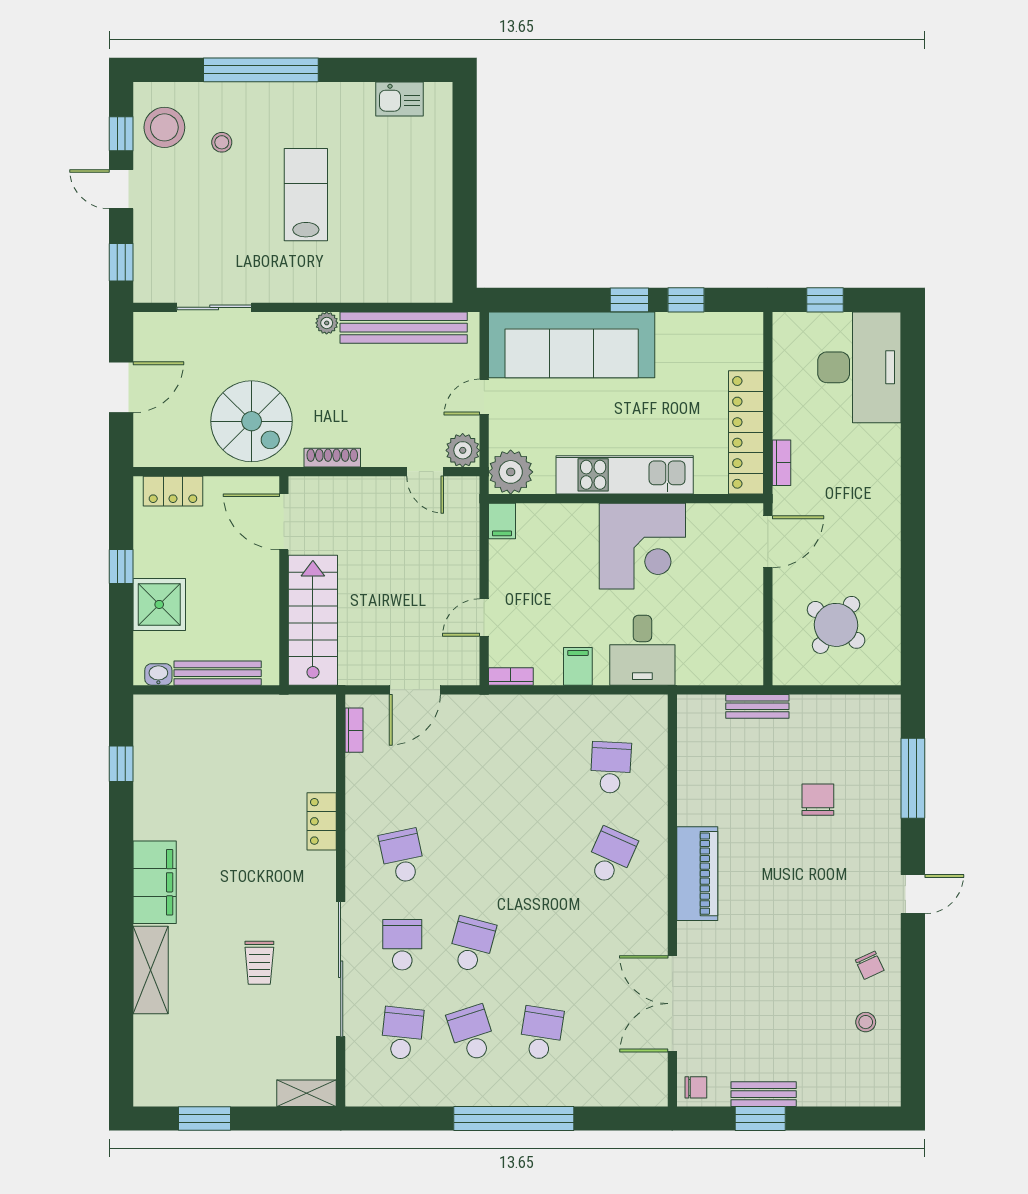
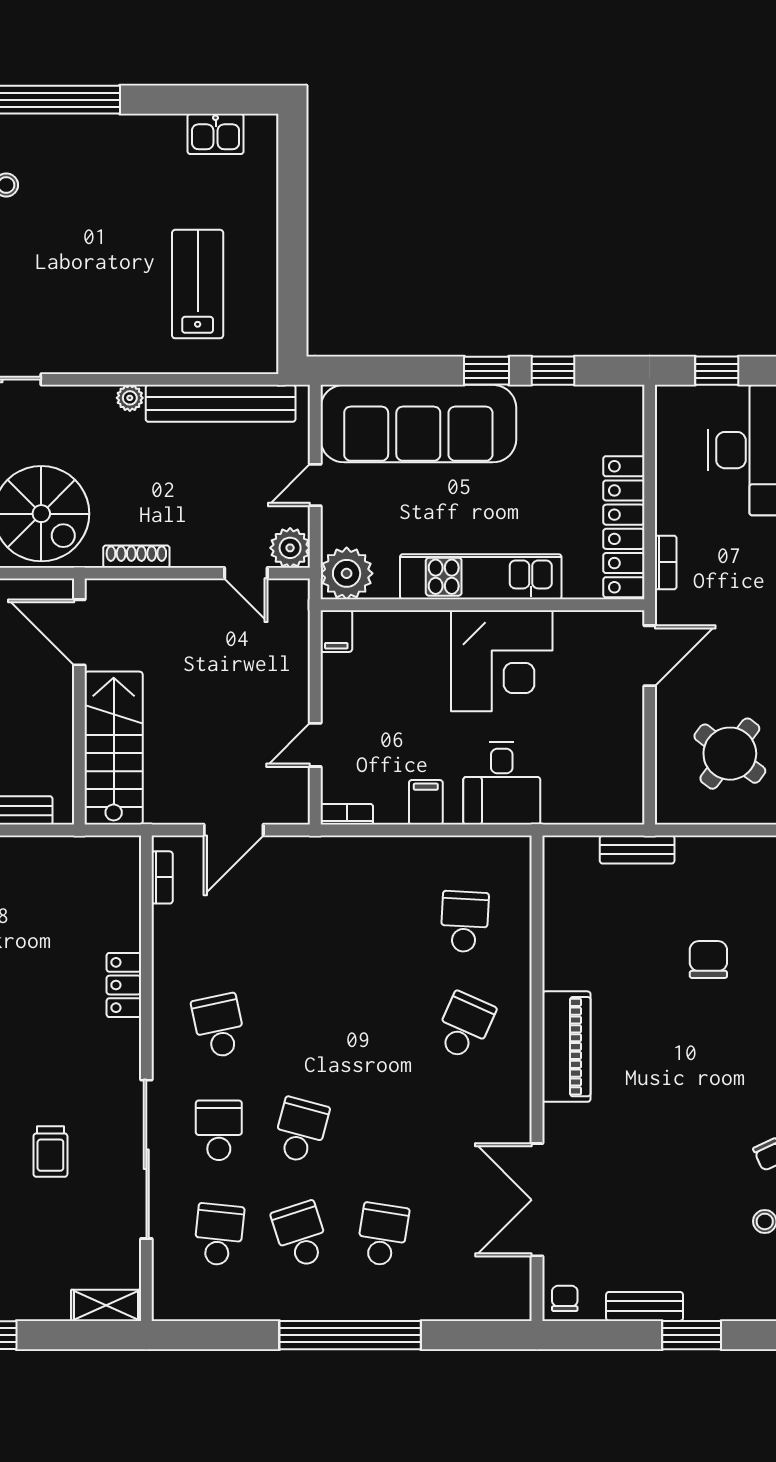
lab bench: (306, 195) -> (198, 284), moved
chair: (696, 1087) -> (565, 1298), turned -90
window: (760, 1119) -> (692, 1335), moved

